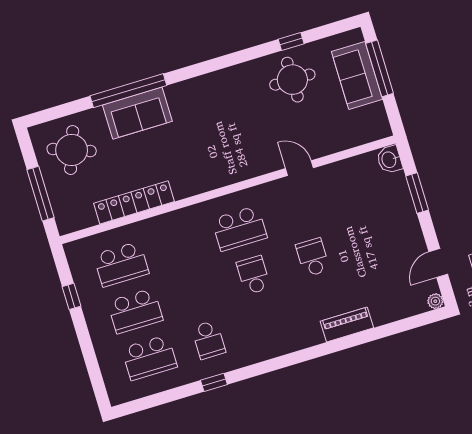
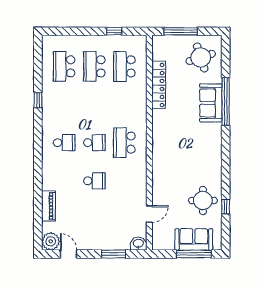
round table: (72, 150) -> (201, 57), turned -38
door: (299, 168) -> (149, 214), moved
plant: (435, 301) -> (51, 241), width x1.88, depth x1.88
piano: (347, 324) -> (48, 206), moved
school desk: (208, 340) -> (64, 143), moved, turned 180

